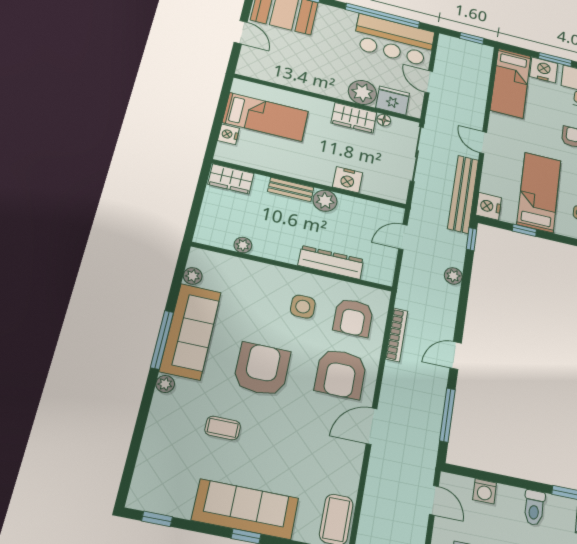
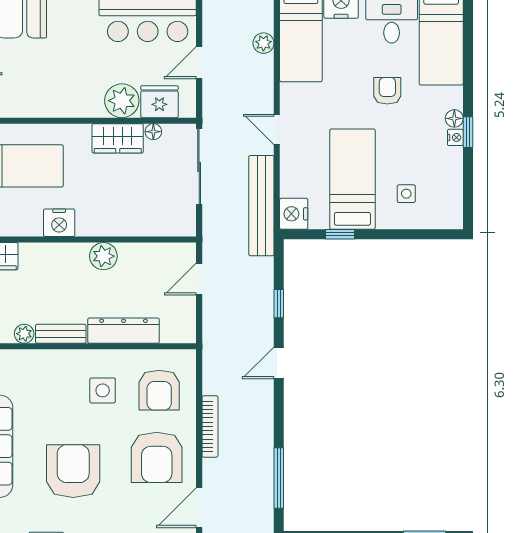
door: (429, 82) -> (199, 63), hinge flipped
nightstand: (348, 180) -> (59, 223), moved
bench: (291, 189) -> (61, 334), moved
window: (472, 239) -> (279, 304), moved
plant: (453, 276) -> (263, 43), moved
bookcase: (397, 335) -> (210, 426), moved
door: (456, 356) -> (279, 363), moved

